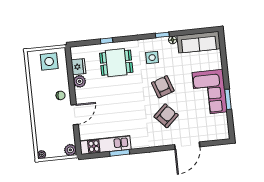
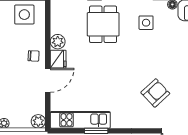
dining table: (116, 63) -> (103, 24), turned 90
fridge: (78, 67) -> (58, 59), moved
armchair: (163, 87) -> (155, 58), removed

